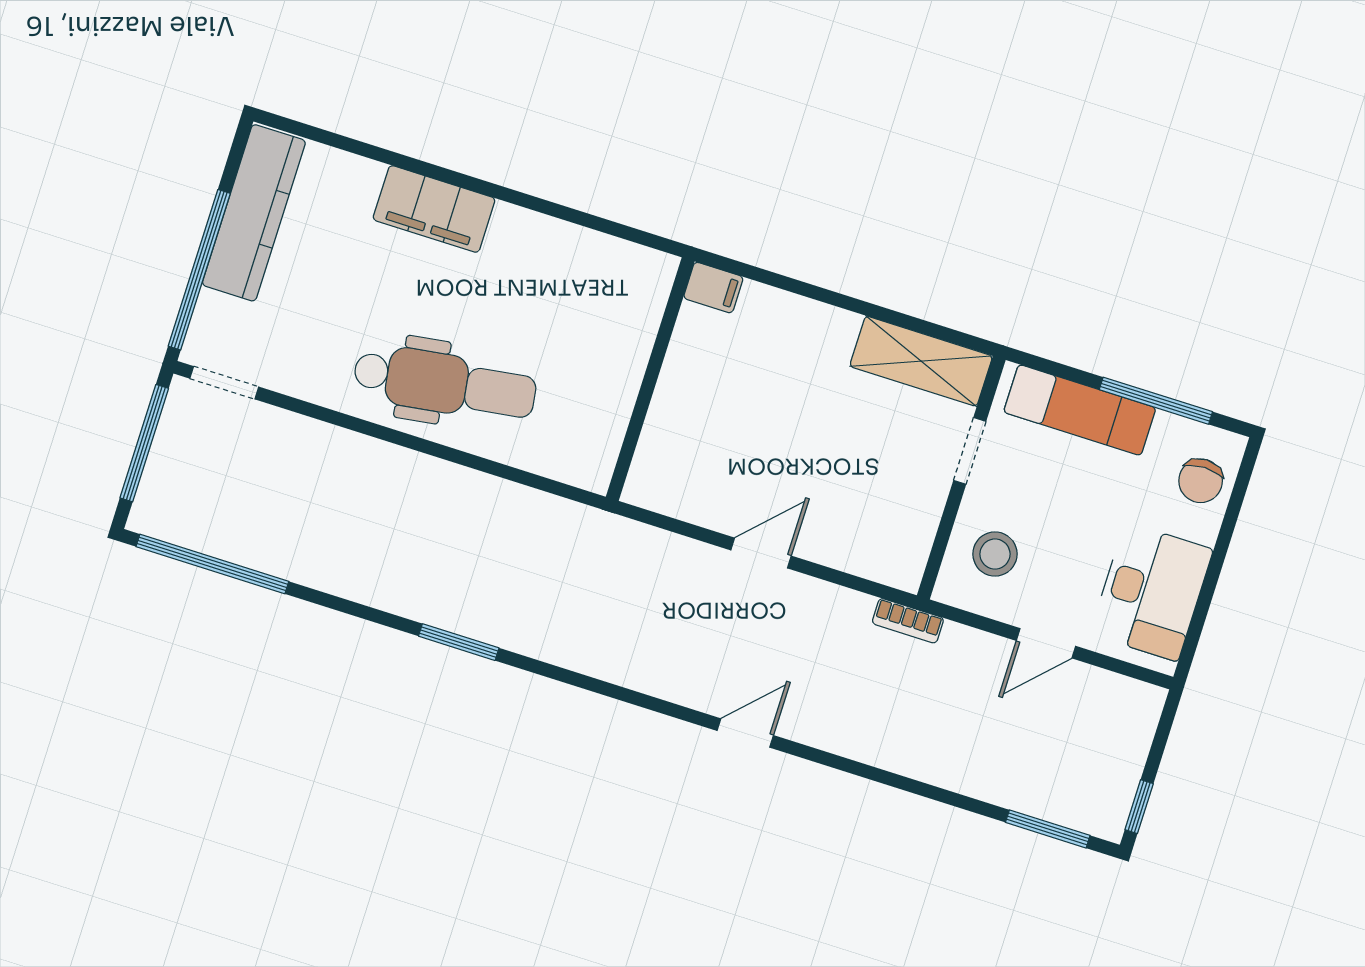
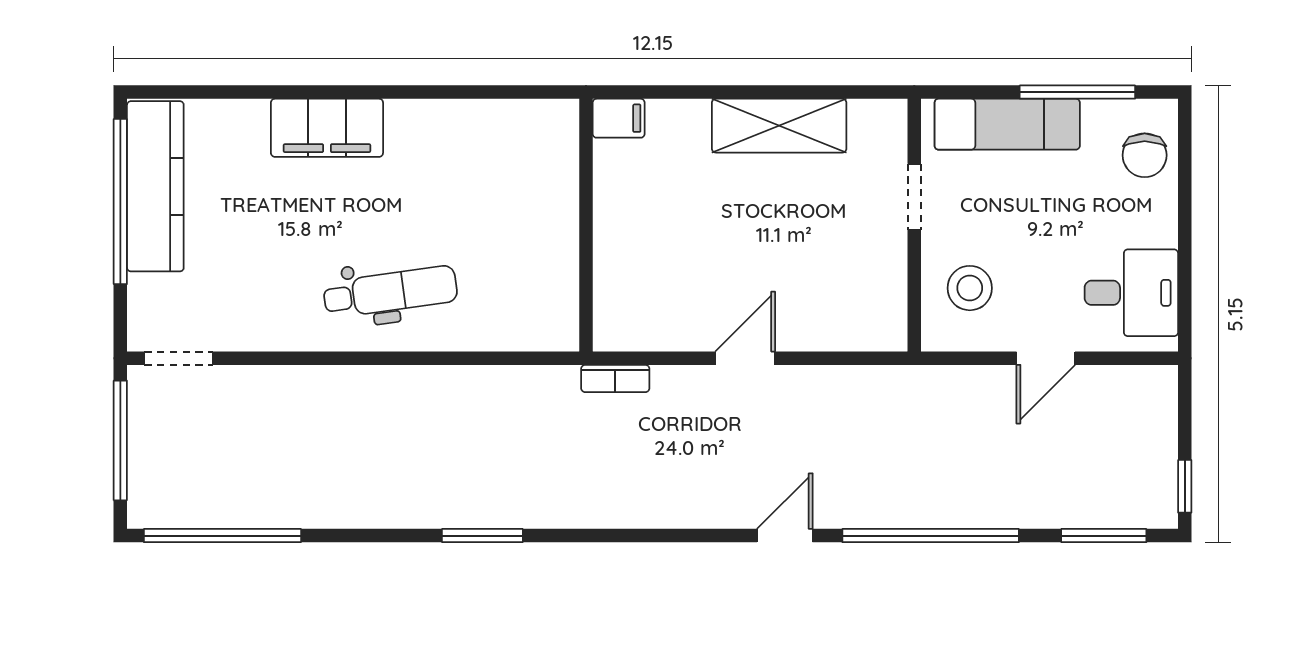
window: (199, 270) -> (120, 202), moved
shelving: (921, 361) -> (779, 126), moved
dental chair: (445, 383) -> (390, 292), width x0.73, depth x0.72
desk: (1151, 592) -> (1131, 293), width x0.73
bookcase: (908, 621) -> (615, 378), moved
window: (883, 777) -> (931, 536), added

